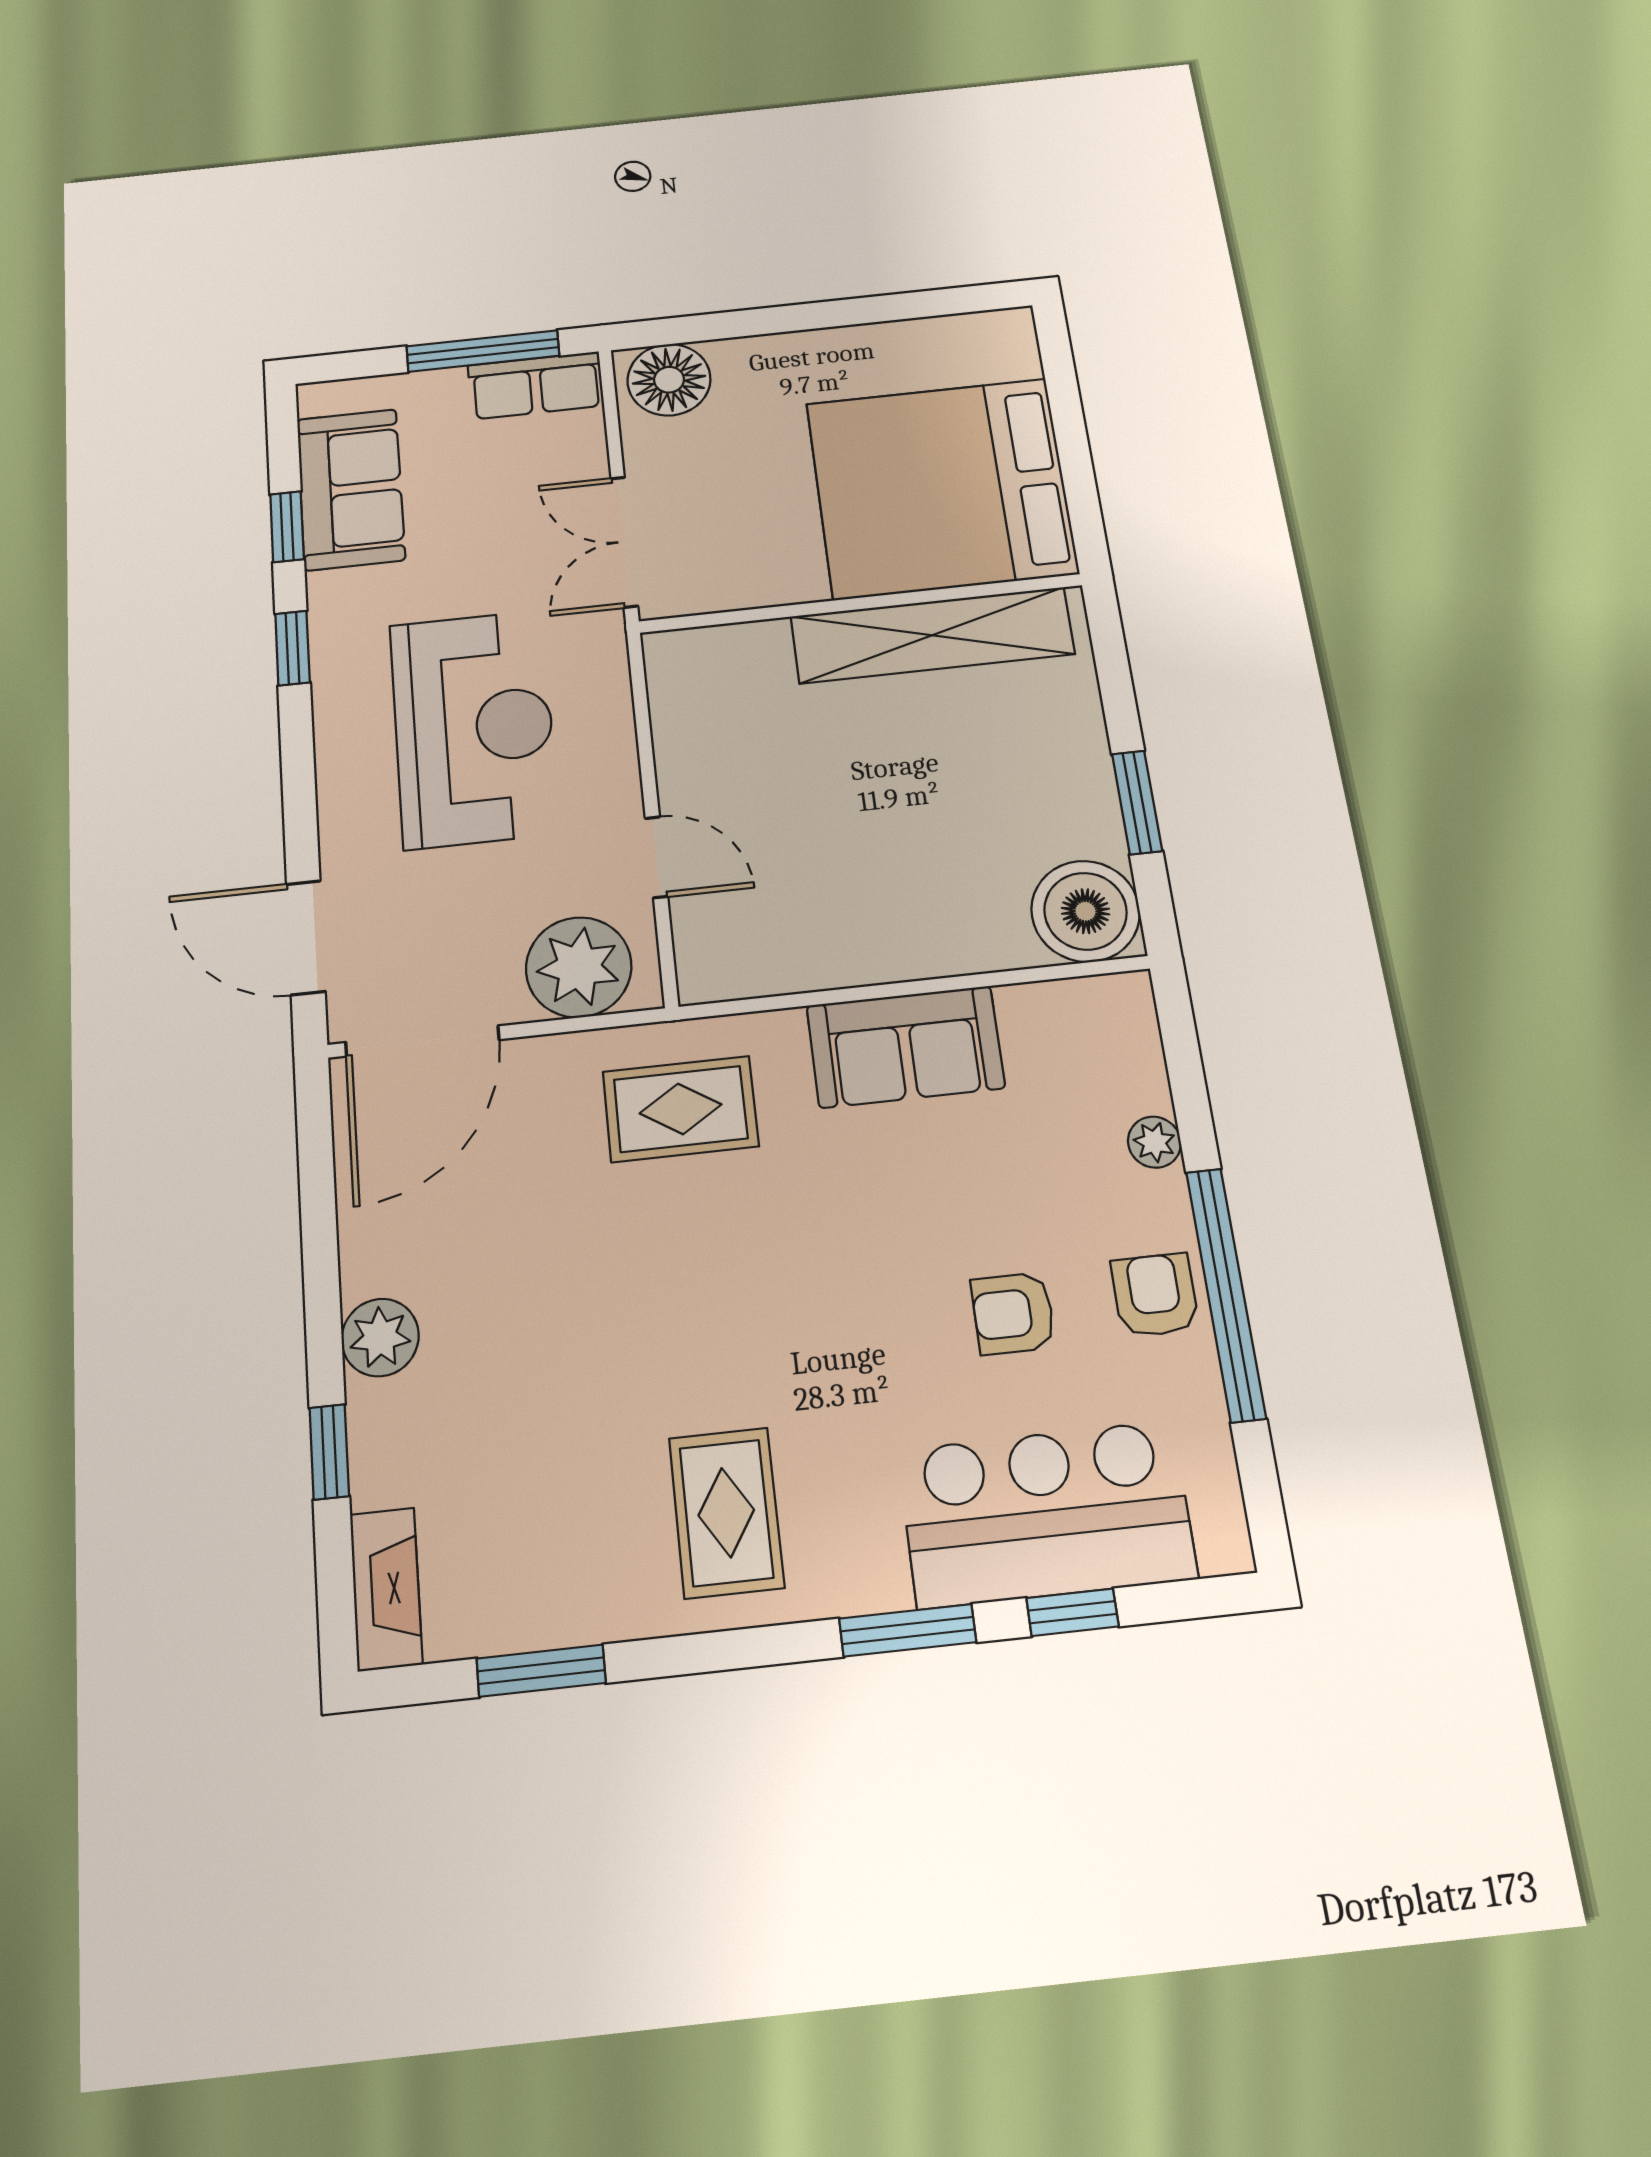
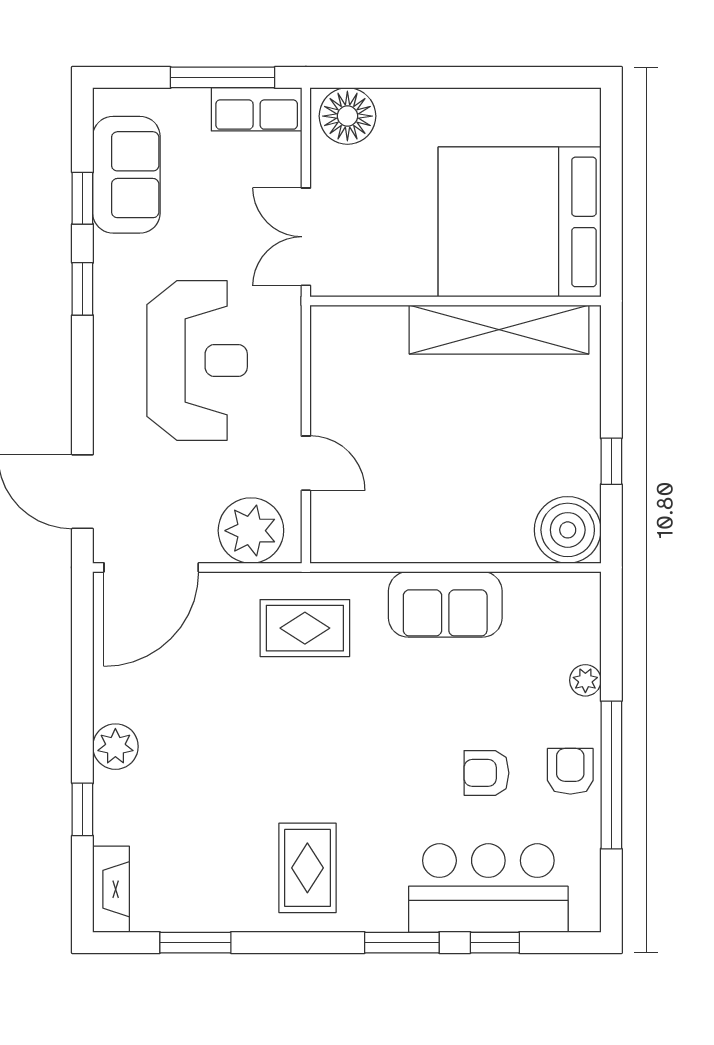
window: (1137, 802) -> (611, 461), width x0.67

